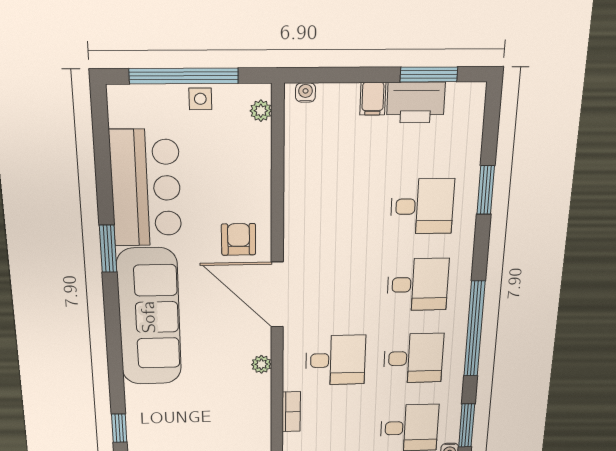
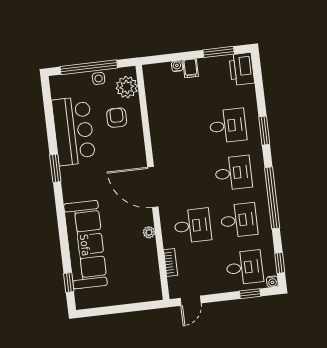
water cooler: (306, 92) -> (177, 66), moved
printer: (416, 103) -> (242, 69), moved, turned 90
plant: (261, 111) -> (127, 87), width x1.88, depth x1.88
window: (486, 190) -> (264, 131), moved
armchair: (239, 239) -> (117, 118), moved
sofa: (149, 317) -> (85, 245), moved
window: (467, 425) -> (280, 263), width x0.67

